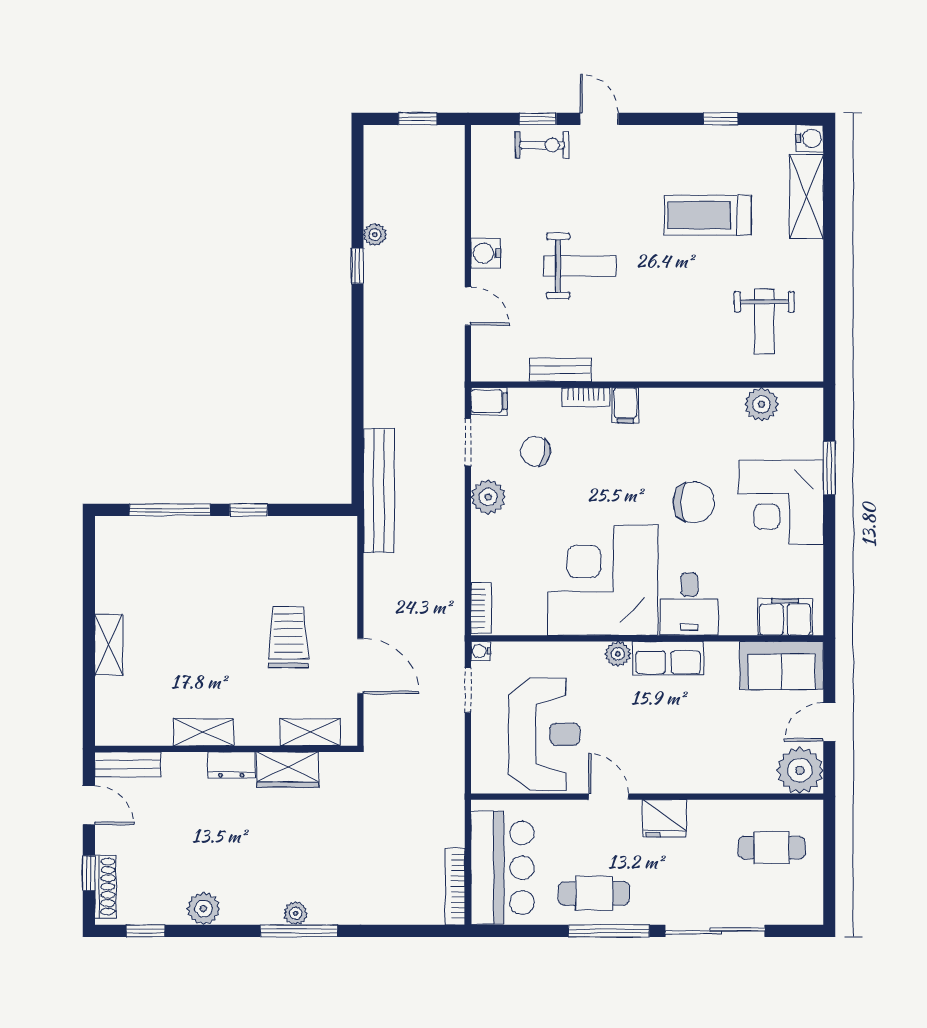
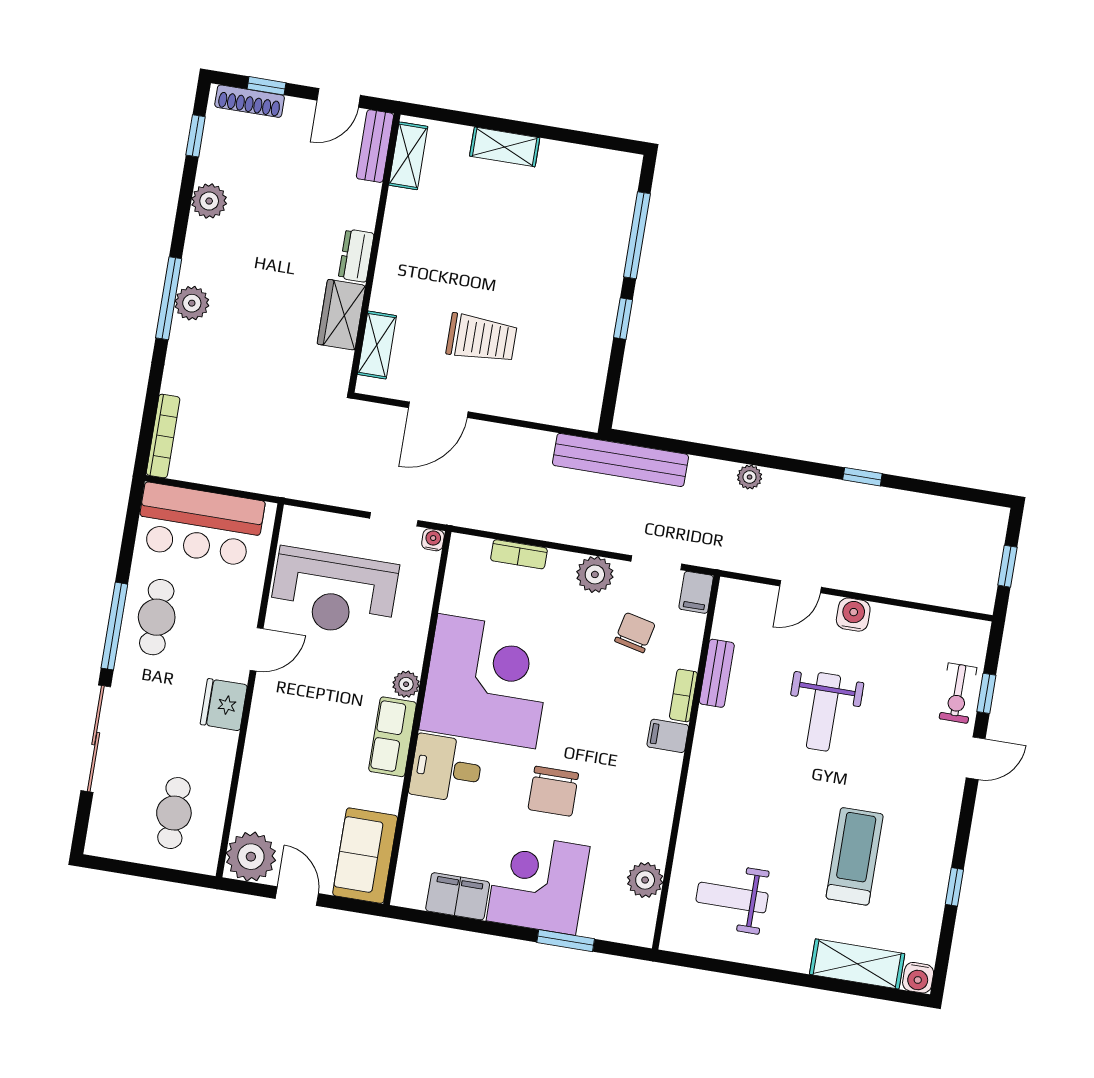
plant: (375, 235) -> (750, 477), moved
bookcase: (481, 608) -> (519, 554), moved
filing cabinet: (785, 617) -> (458, 896), moved, turned -90
shelving: (203, 732) -> (408, 156), moved
bookcase: (455, 886) -> (163, 436), moved, turned 90
plant: (296, 913) -> (192, 303), width x1.38, depth x1.38

